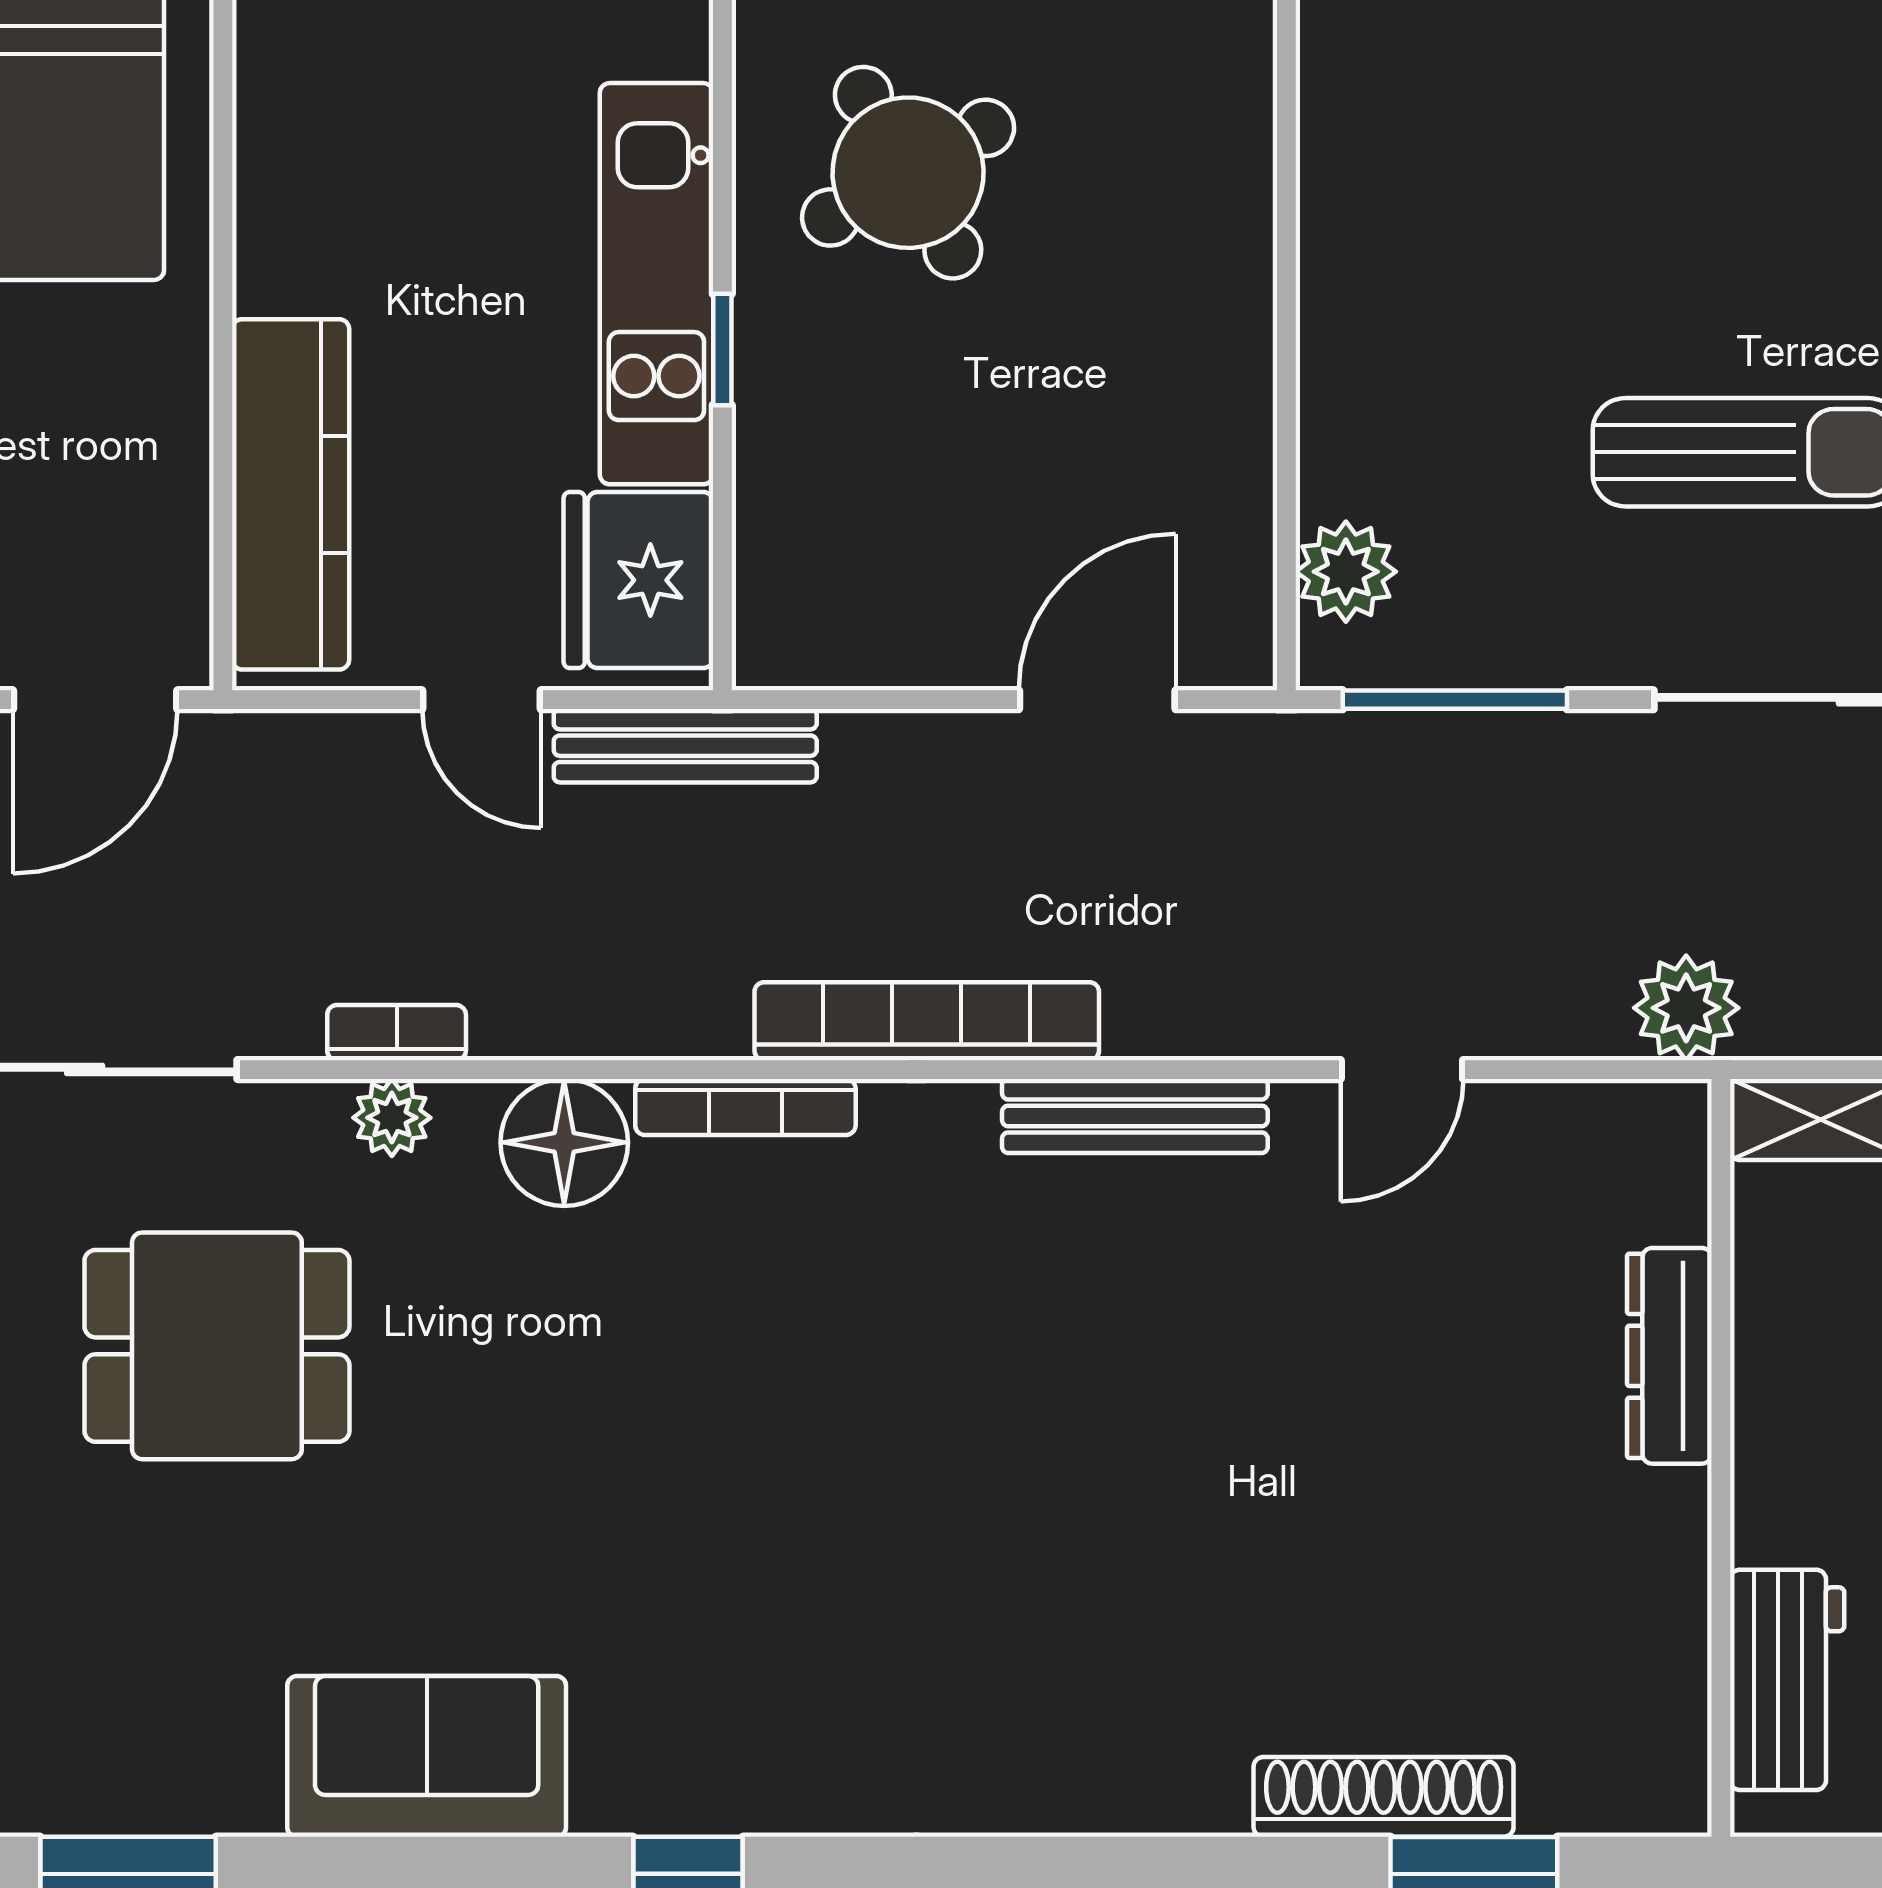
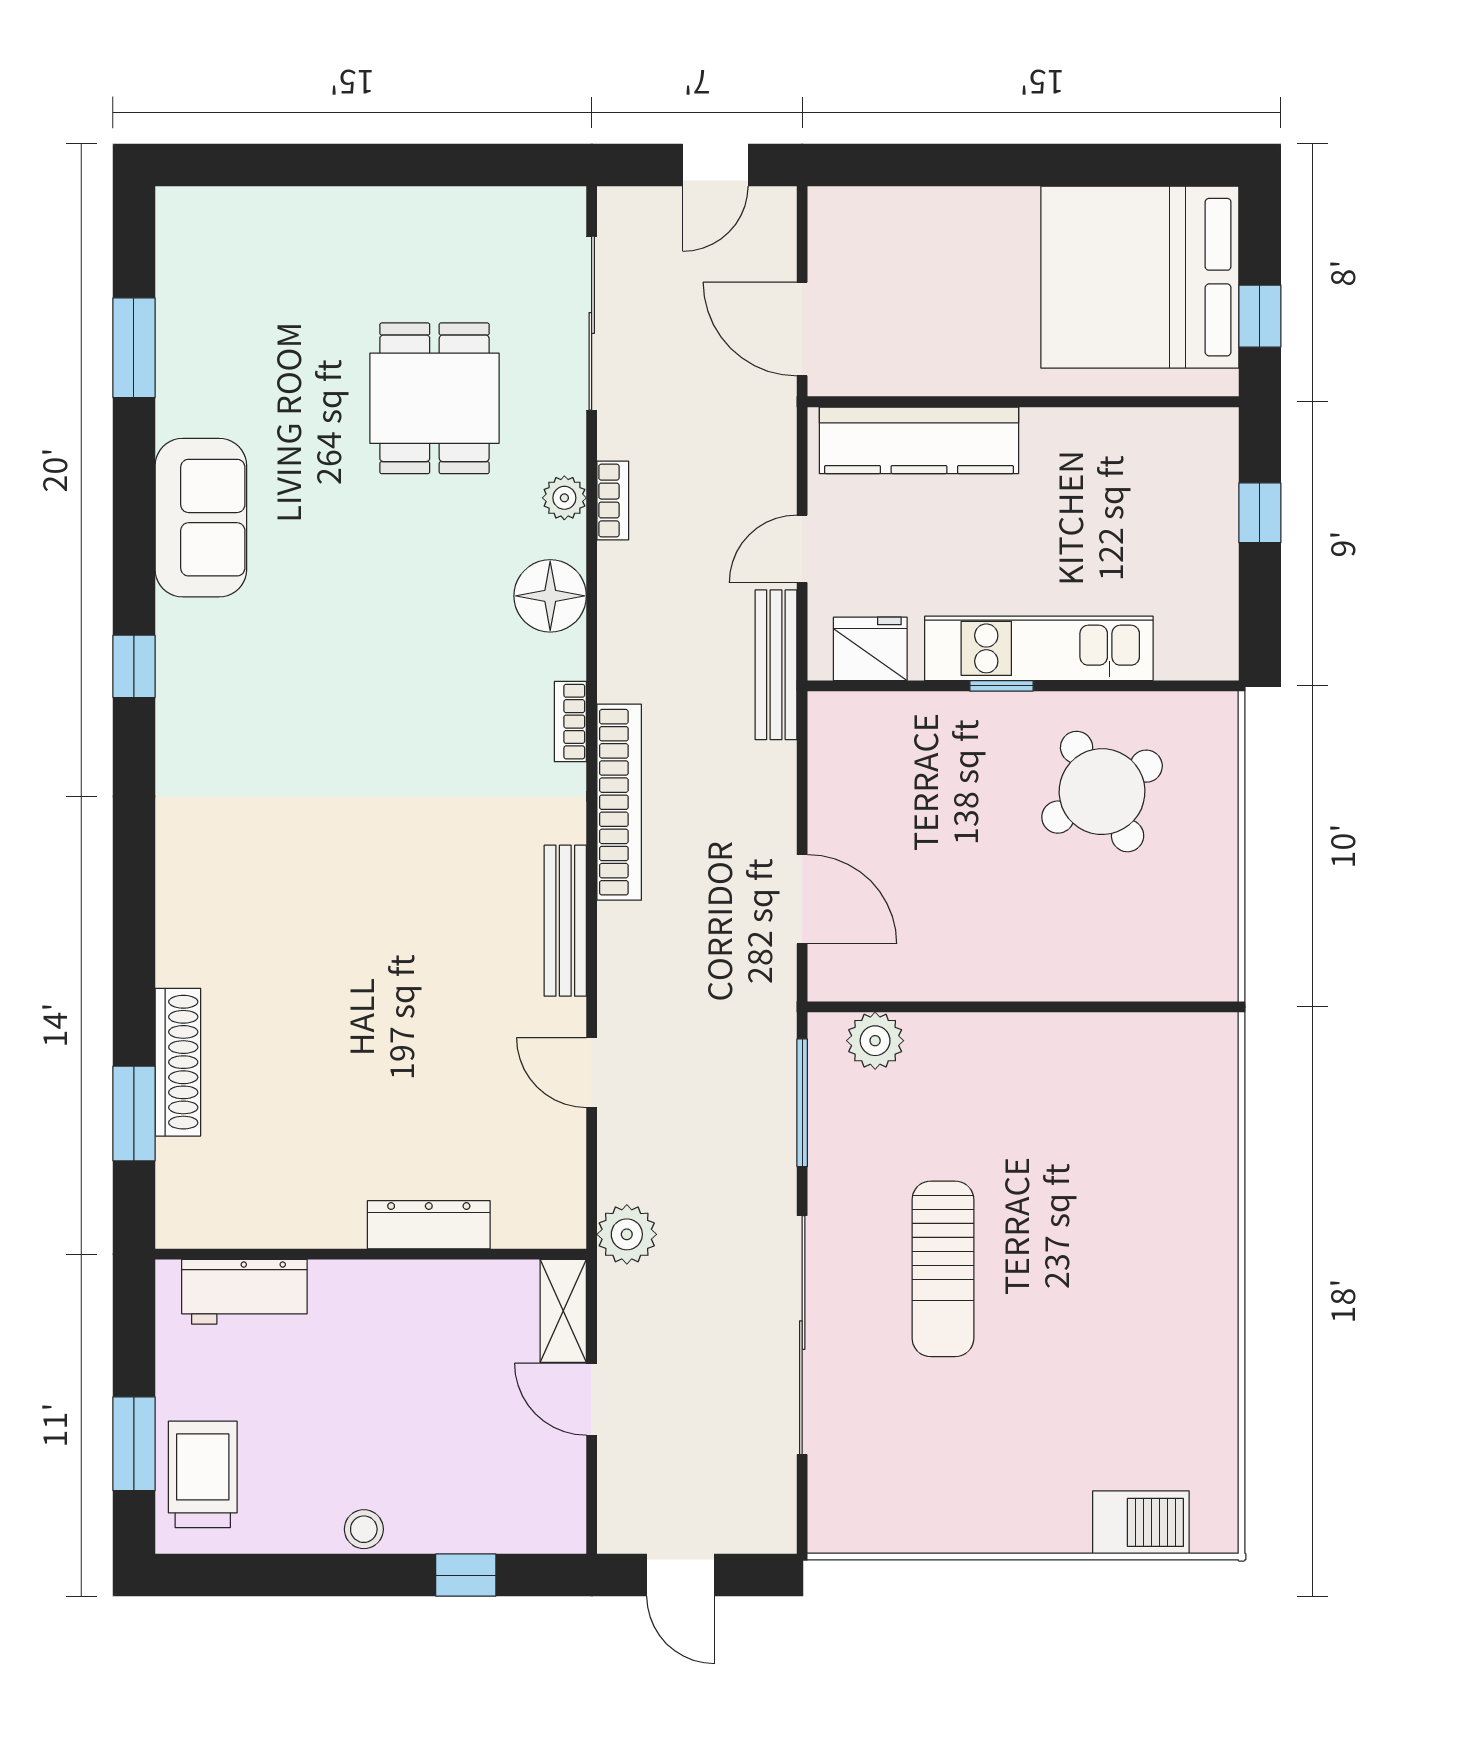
fridge: (638, 580) -> (870, 649), width x0.73, depth x0.75
bookcase: (745, 1107) -> (570, 722), width x0.64

